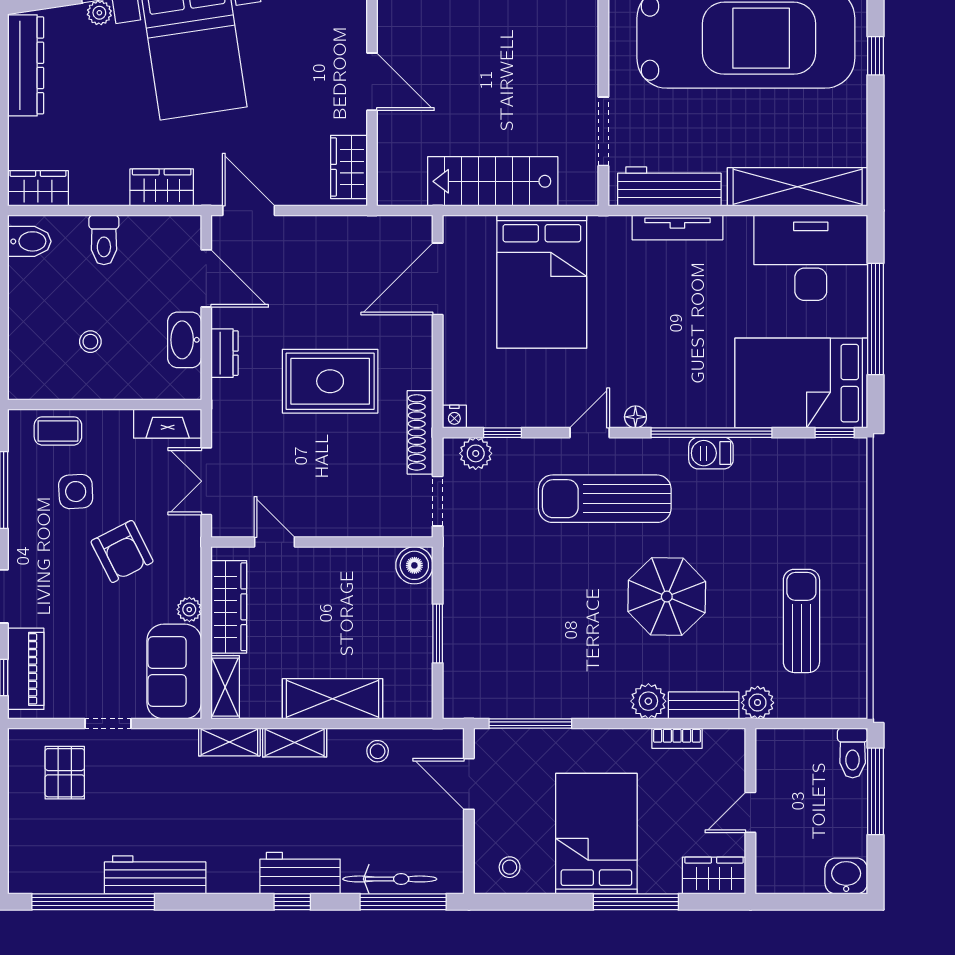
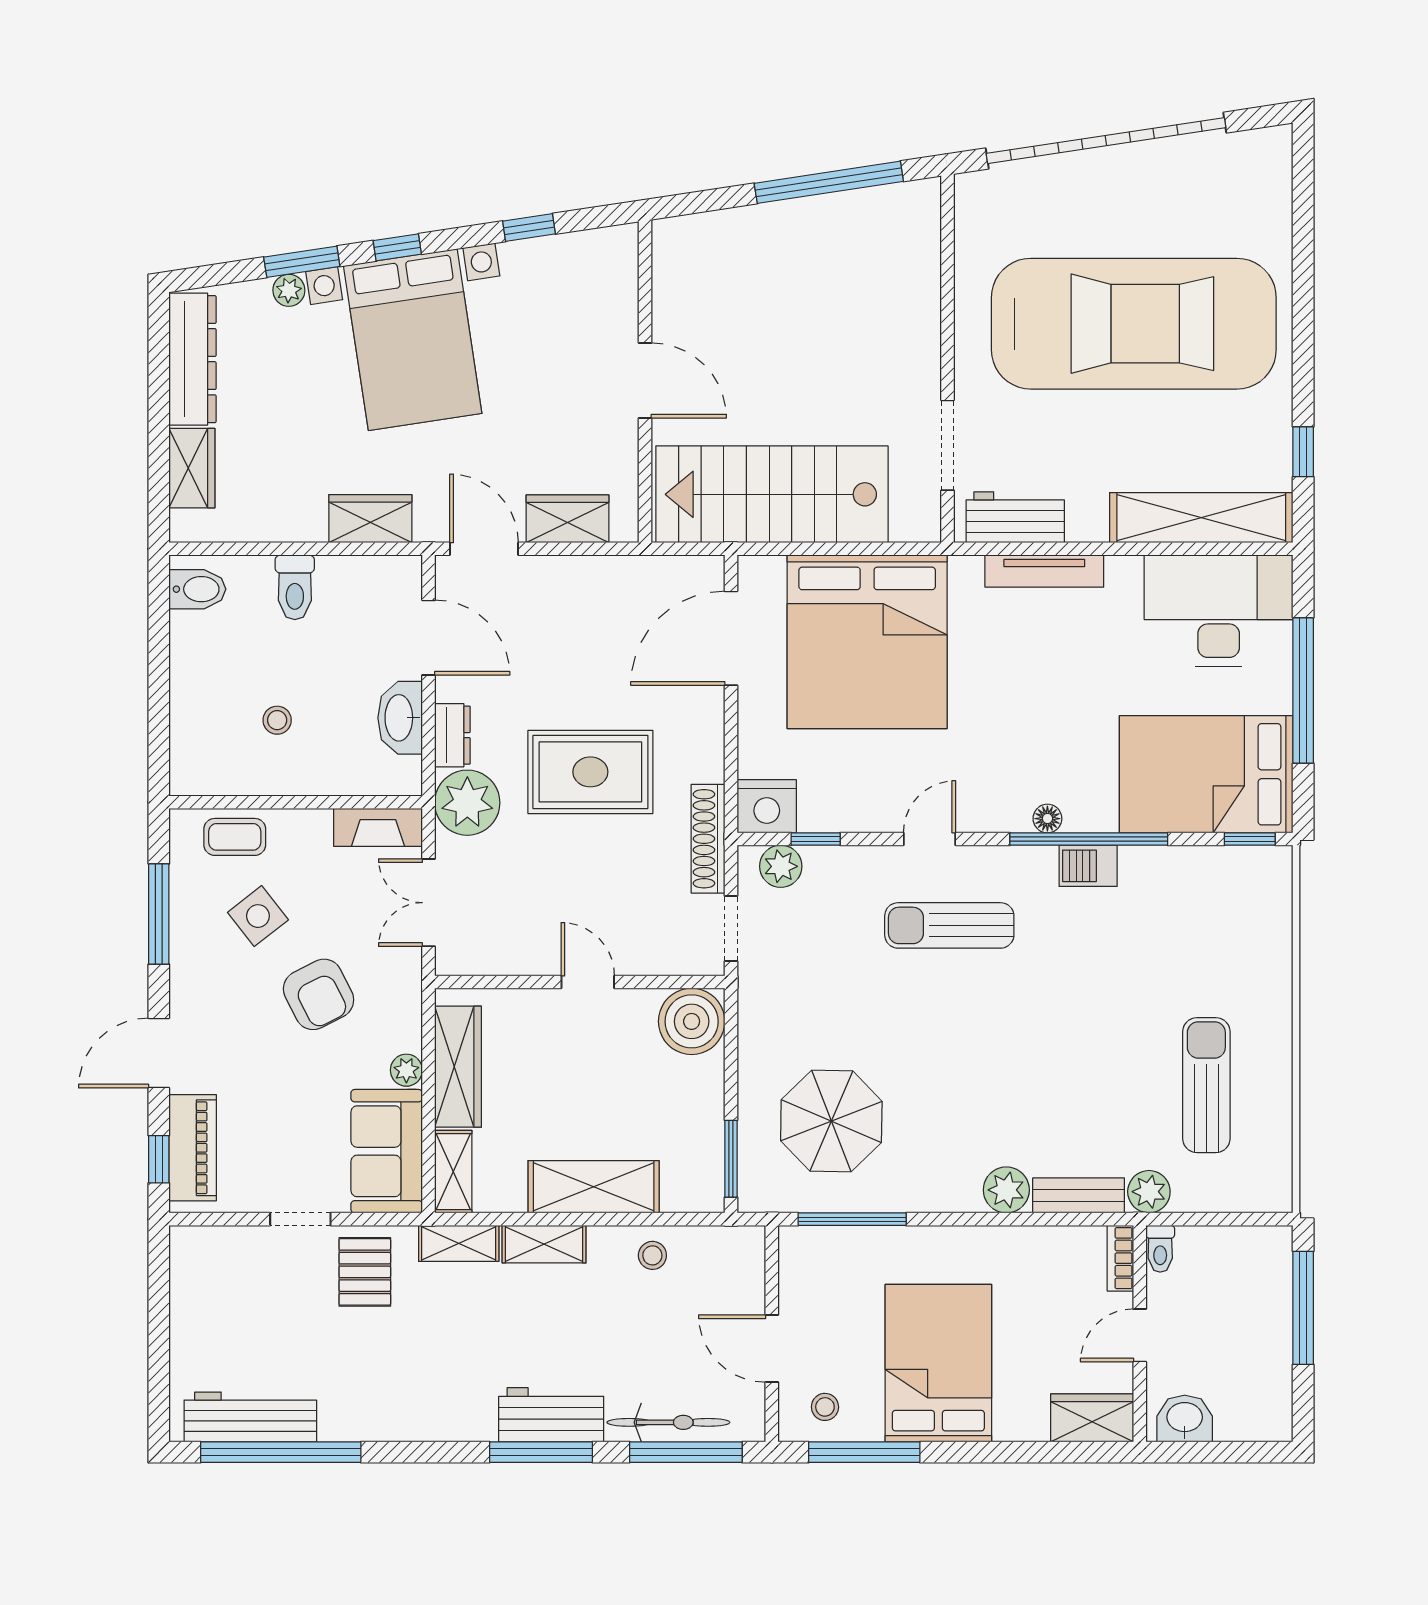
window: (875, 56) -> (1303, 452), moved
wardrobe: (349, 167) -> (568, 519), moved, turned 90
stairs: (493, 181) -> (772, 494), width x1.36, depth x1.51
workbench: (669, 186) -> (1015, 517), width x0.73
wardrobe: (38, 188) -> (192, 468), moved, turned 90
bed: (542, 282) -> (867, 642), width x1.36
plant: (236, 405) -> (467, 803), added
nightstand: (454, 417) -> (767, 806), width x1.89, depth x1.79
floor lamp: (635, 417) -> (1047, 819), moved
side table: (76, 492) -> (258, 916), turned -35
sun lounger: (605, 499) -> (949, 925), width x0.73, depth x0.75
door: (275, 542) -> (588, 982), moved
boiler: (414, 565) -> (692, 1021), width x1.37, depth x1.37
parasol: (667, 597) -> (831, 1121), moved
window: (438, 634) -> (731, 1159), moved
bookcase: (677, 738) -> (1120, 1258), moved, turned 90
toilet: (853, 753) -> (1160, 1249), moved, width x0.73, depth x0.72
pallet: (65, 773) -> (365, 1272), moved
door: (469, 784) -> (772, 1348), moved
workbench: (155, 875) -> (250, 1417), moved
washbasin: (846, 876) -> (1185, 1418), moved
window: (292, 902) -> (541, 1452), width x2.17
window: (636, 902) -> (864, 1452), moved

